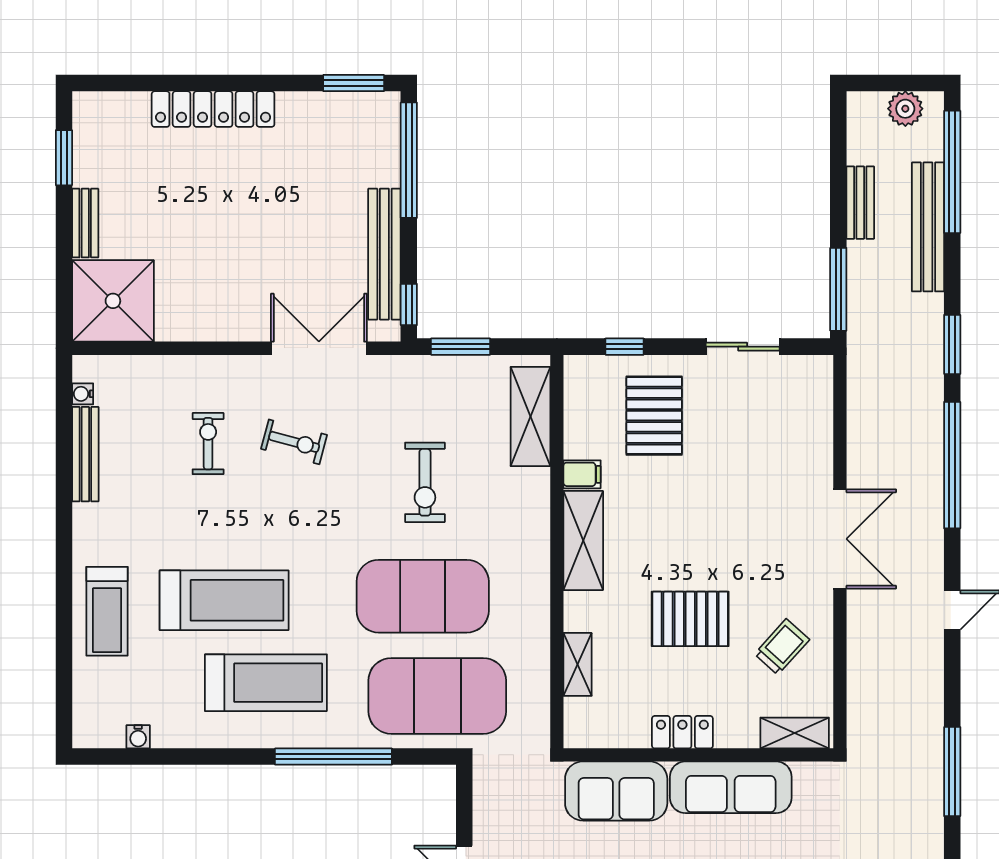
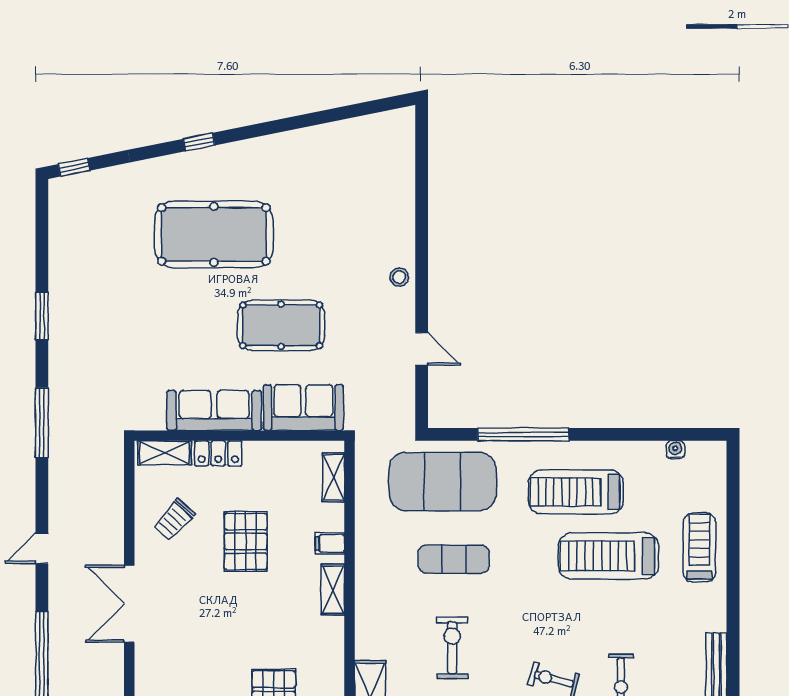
filing cabinet: (582, 474) -> (330, 543), moved
shelving: (583, 540) -> (333, 590), width x0.67, depth x0.75
exercise mat: (423, 596) -> (454, 559), width x0.50, depth x0.69
pallet: (690, 619) -> (246, 542), turned 90
shelving: (578, 664) -> (333, 477), moved
locker: (682, 732) -> (218, 453), moved

